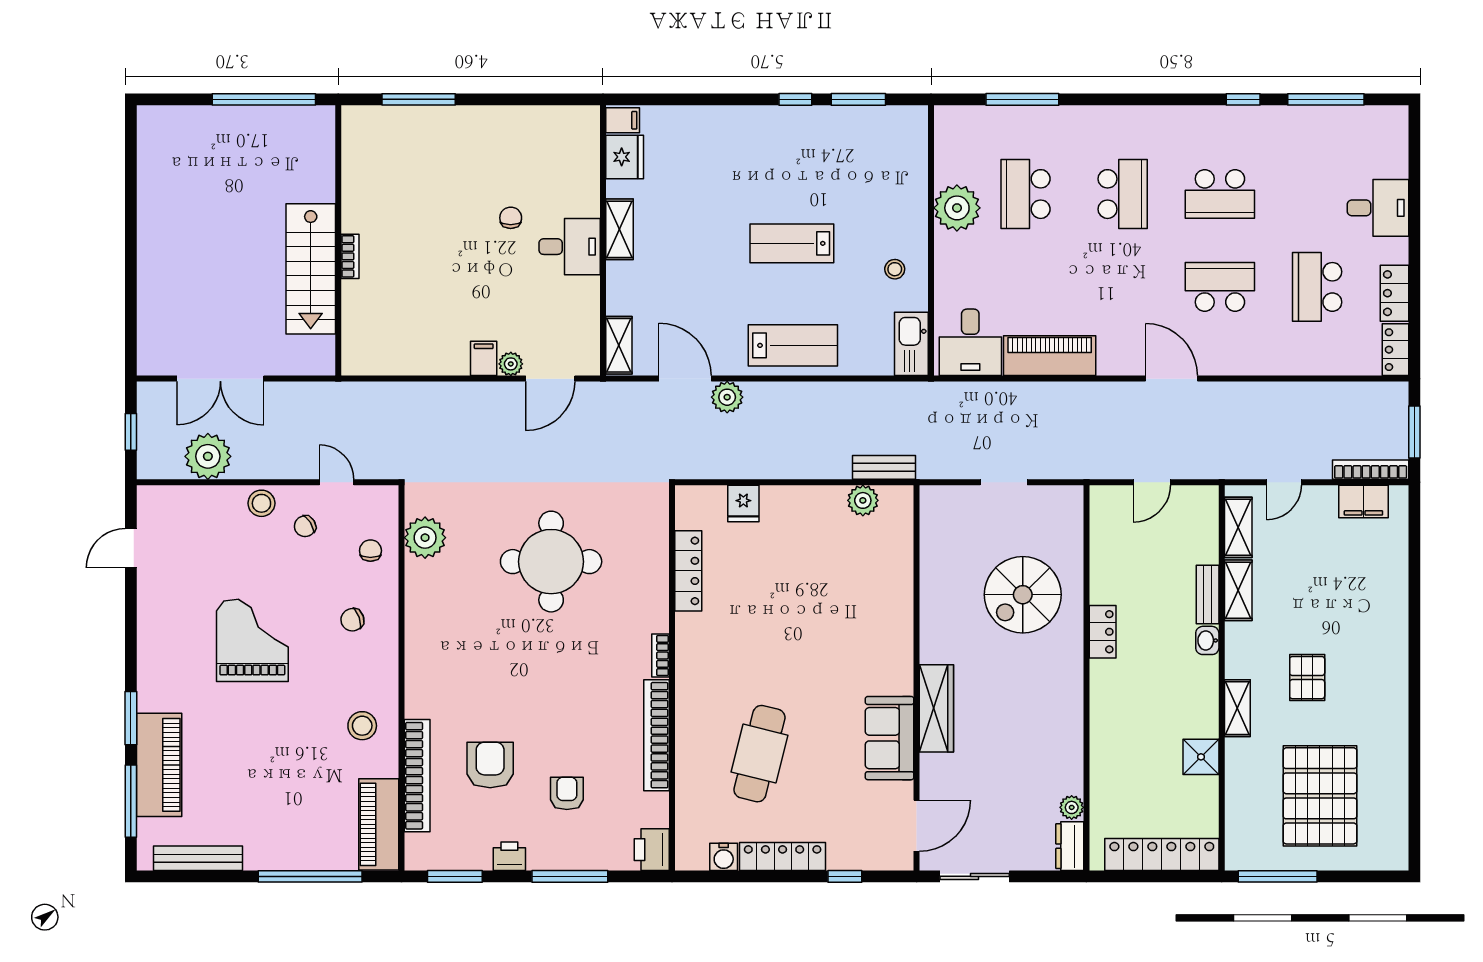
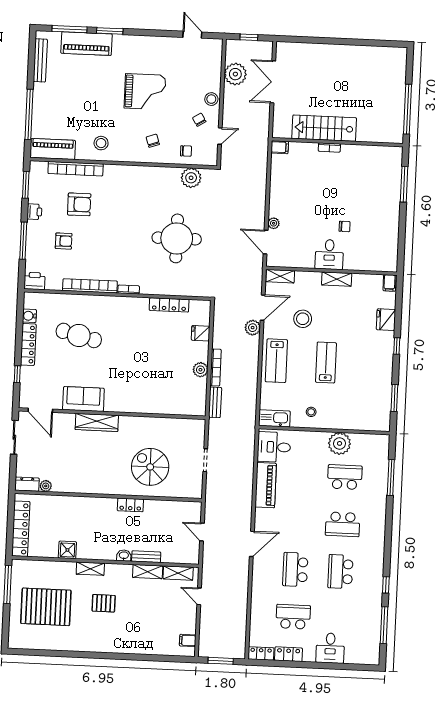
window: (795, 99) -> (397, 346), moved
fridge: (625, 157) -> (386, 320), moved, turned 90
school desk: (1220, 287) -> (295, 569), turned 180
stool: (704, 295) -> (303, 319), added
filing cabinet: (484, 358) -> (280, 147), moved
bookcase: (1371, 470) -> (216, 367), moved
plant: (863, 500) -> (200, 370), moved
filing cabinet: (1363, 501) -> (188, 640), width x0.50

